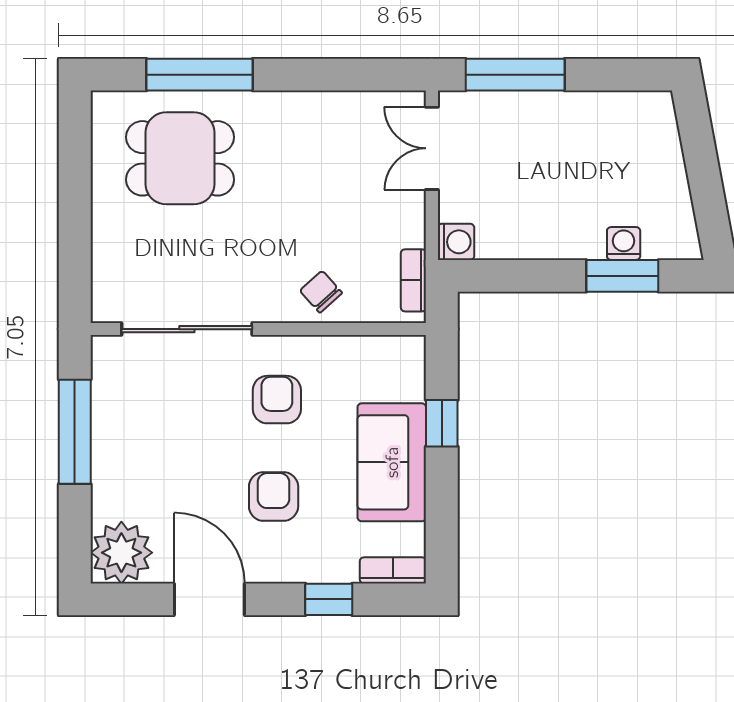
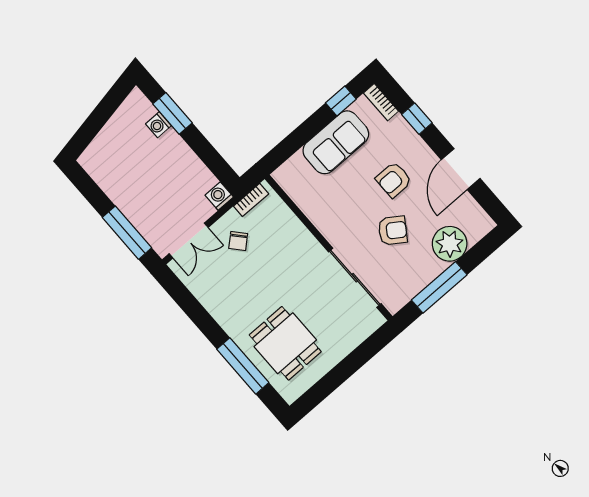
chair: (321, 292) -> (238, 241), moved
armchair: (277, 400) -> (393, 231), moved, turned -146
window: (442, 423) -> (341, 101), moved
plant: (121, 553) -> (450, 244), moved

